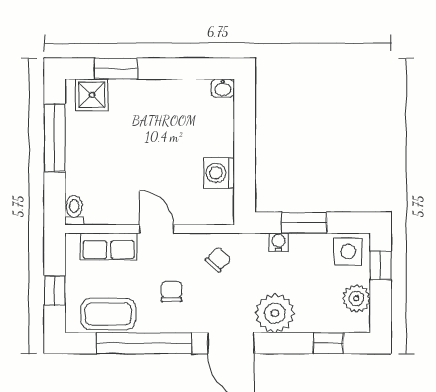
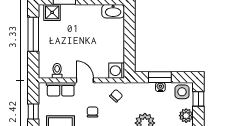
washbasin: (223, 88) -> (113, 11), width x1.91, depth x1.45
washing machine: (219, 173) -> (117, 71), moved
toilet: (74, 210) -> (57, 71), moved
water cooler: (278, 242) -> (160, 87), moved

